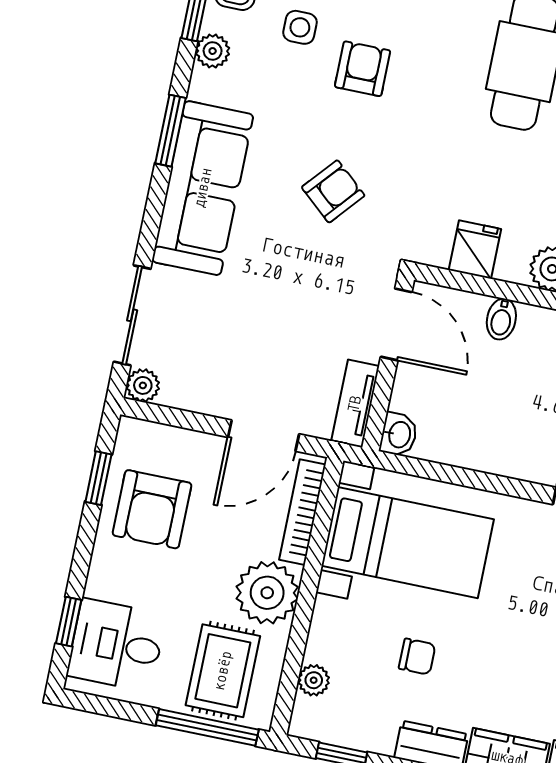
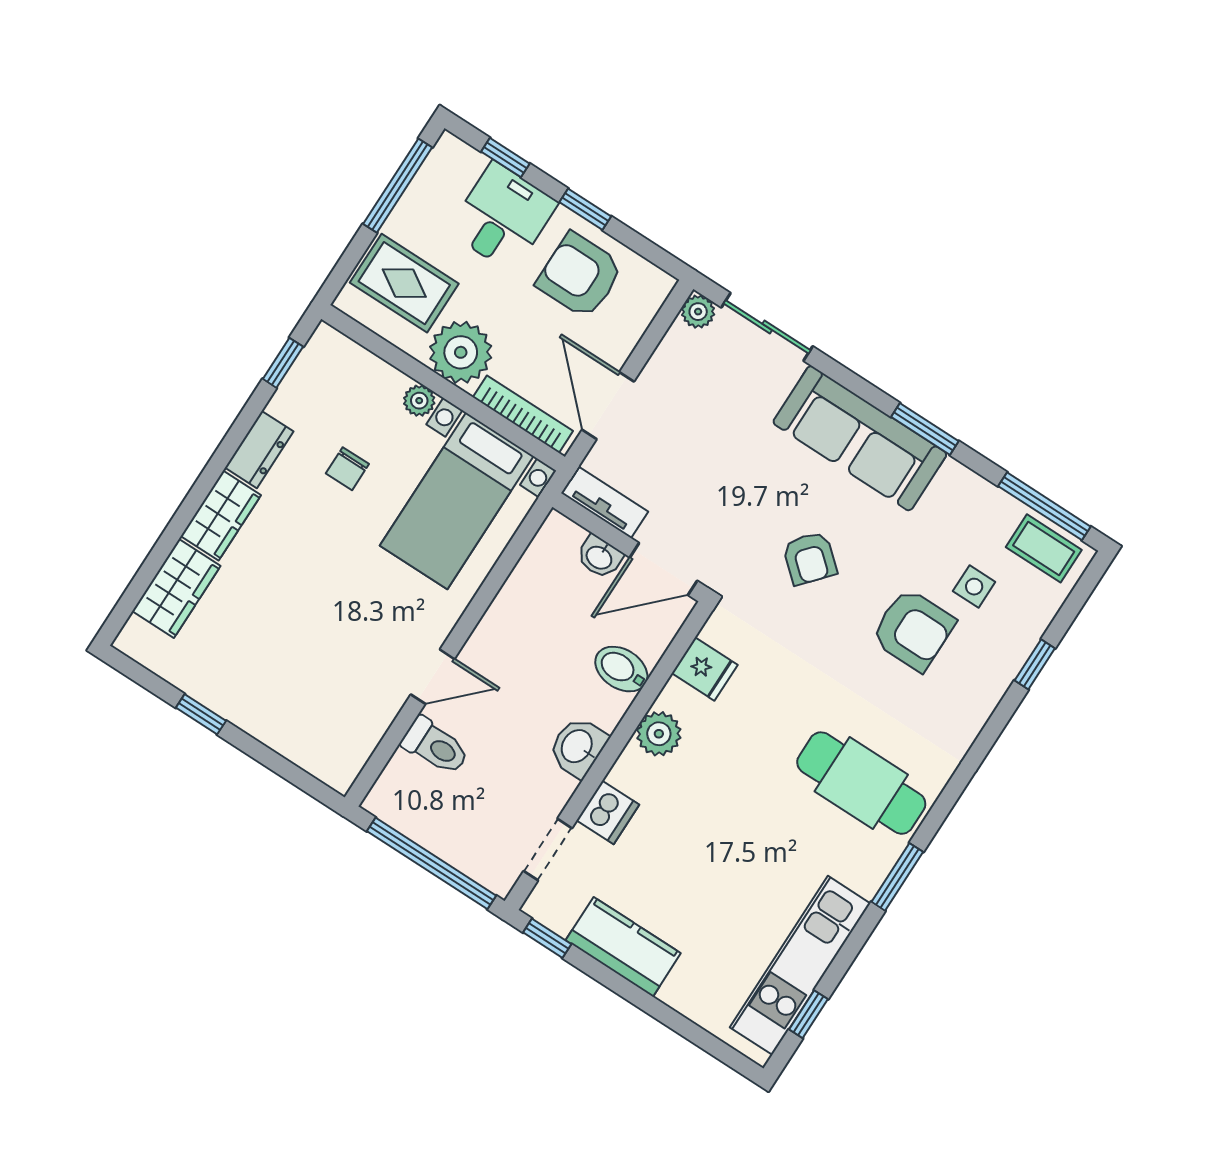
plant: (213, 51) -> (984, 497), removed
armchair: (363, 69) -> (913, 630), width x1.38, depth x1.38
bidet: (501, 319) -> (621, 669), width x1.38, depth x1.36
washbasin: (399, 434) -> (599, 557), moved
window: (98, 478) -> (585, 209), moved
desk: (116, 645) -> (503, 217), moved
plant: (314, 680) -> (419, 401), moved
window: (207, 727) -> (398, 186), moved

